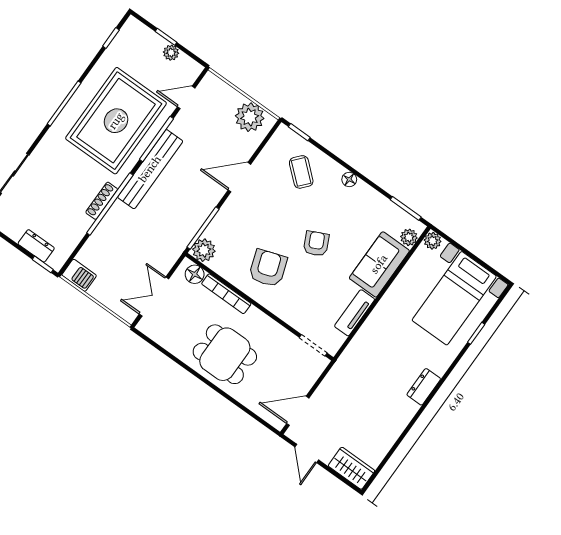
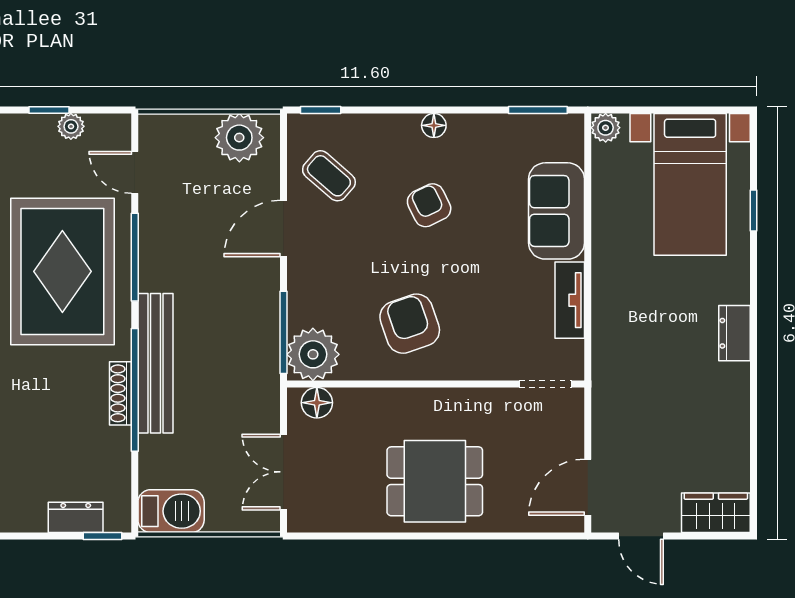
door: (186, 97) -> (135, 172), hinge flipped
bench: (150, 169) -> (155, 363), moved
coffee table: (301, 172) -> (329, 176), moved
plant: (409, 237) -> (570, 146), removed
armchair: (316, 244) -> (429, 205), moved
plant: (204, 250) -> (313, 354), width x1.36, depth x1.36
barbecue: (79, 275) -> (171, 511), width x1.38, depth x1.27
bookcase: (226, 294) -> (378, 398), removed

